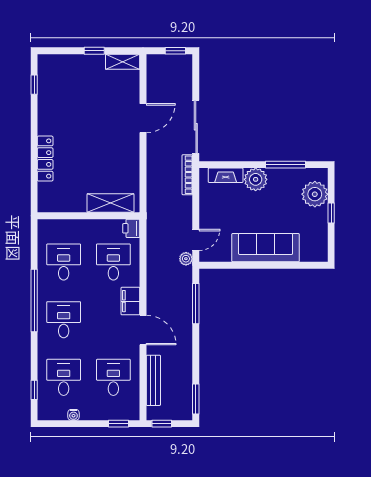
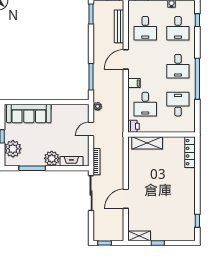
locker: (45, 159) -> (190, 152), moved
door: (196, 240) -> (91, 129), moved
sofa: (266, 248) -> (29, 114), moved
desk: (64, 262) -> (178, 104), turned 180
filing cabinet: (130, 301) -> (134, 83), width x0.50
door: (143, 330) -> (126, 59), hinge flipped

